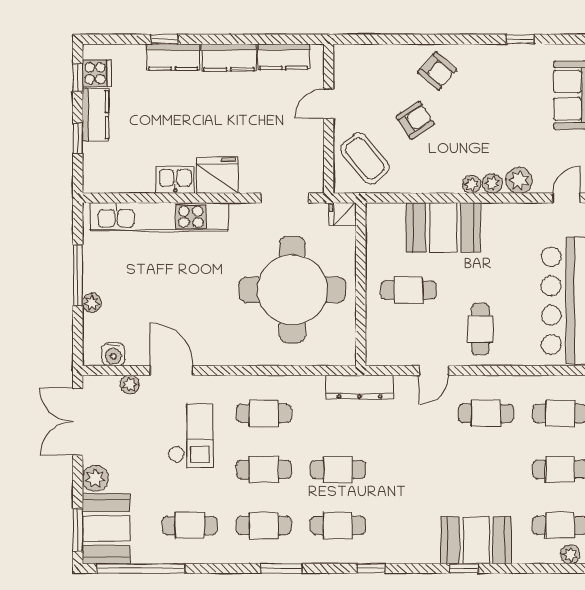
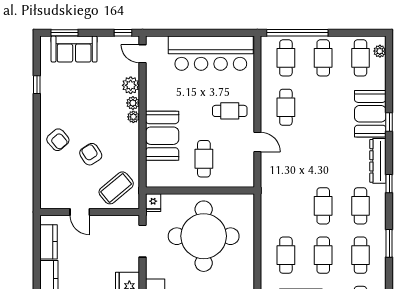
armchair: (437, 71) -> (58, 140), turned 98
dresser: (359, 387) -> (378, 161), moved, turned 180

